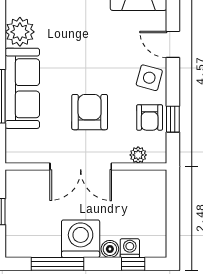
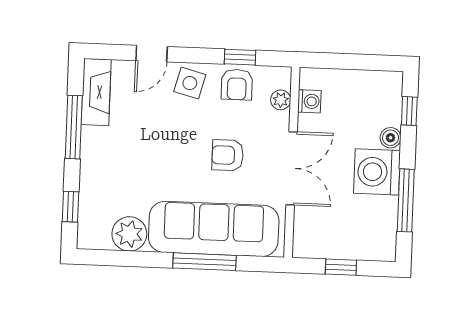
sofa: (22, 88) -> (214, 229), width x1.36, depth x1.27
armchair: (90, 112) -> (228, 155), width x0.72, depth x0.72
armchair: (150, 117) -> (237, 85), turned 90
washing machine: (130, 248) -> (309, 101), moved, turned 180

